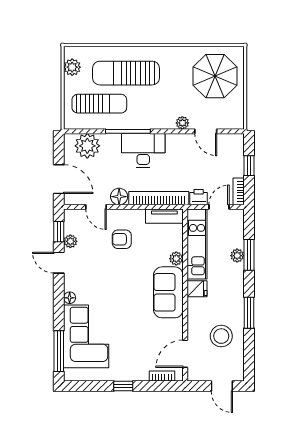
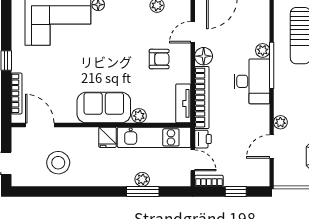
plant: (87, 146) -> (263, 50), moved, width x0.53, depth x0.53
armchair: (122, 239) -> (159, 59), turned 90
window: (249, 313) -> (83, 192), removed
bookcase: (162, 376) -> (17, 93), width x1.56

